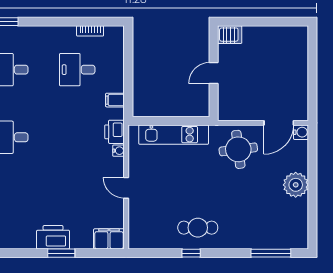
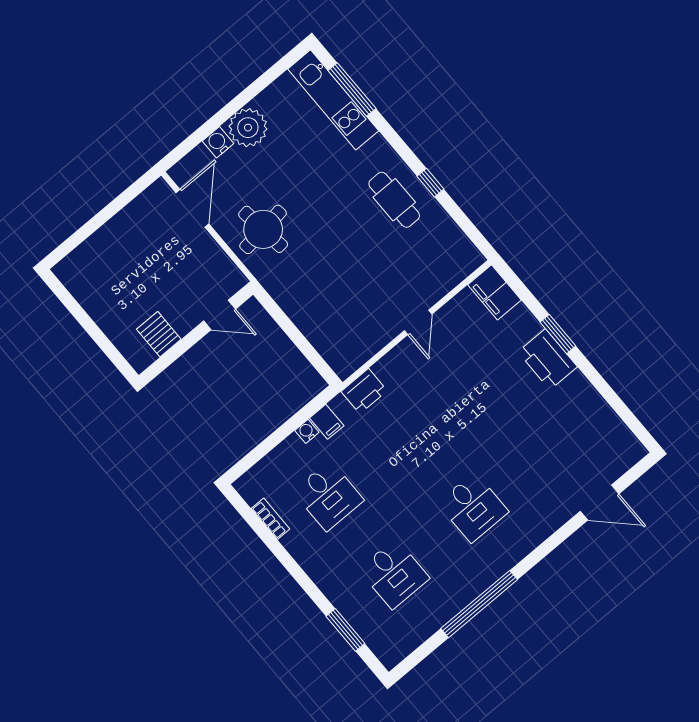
server rack: (230, 35) -> (159, 334), moved
door: (214, 73) -> (220, 315), moved
door: (279, 123) -> (192, 208), hinge flipped
water cooler: (301, 132) -> (218, 142), moved
kitchen unit: (174, 135) -> (333, 100), moved, turned 180
water cooler: (119, 151) -> (307, 431), moved

